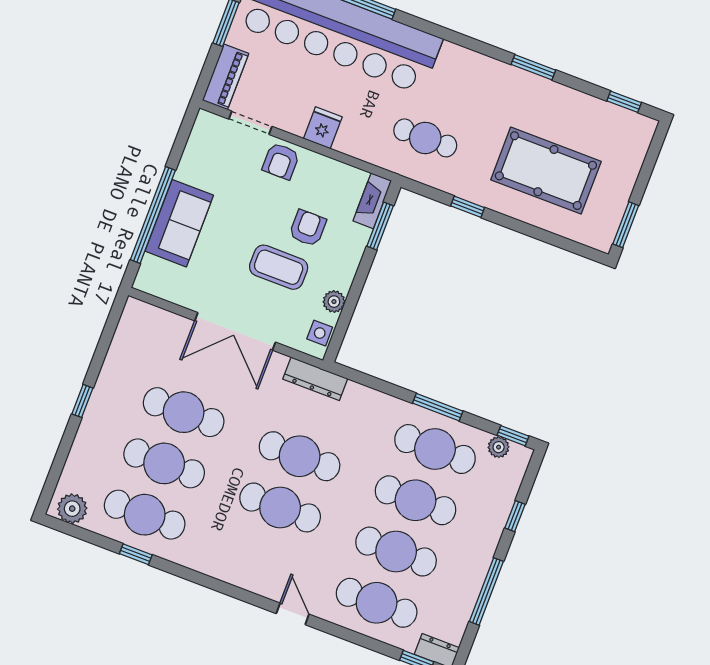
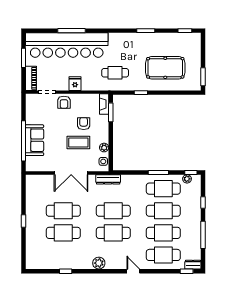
plant: (72, 509) -> (99, 263), moved
cafe table: (145, 515) -> (63, 255), removed

